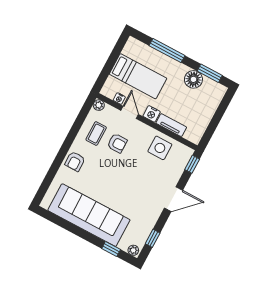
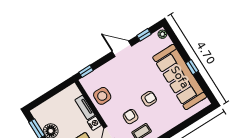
armchair: (75, 161) -> (149, 99), moved
door: (173, 199) -> (122, 49), moved
window: (111, 249) -> (192, 67), moved

